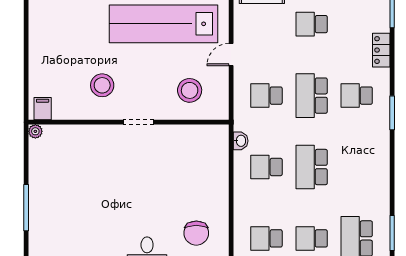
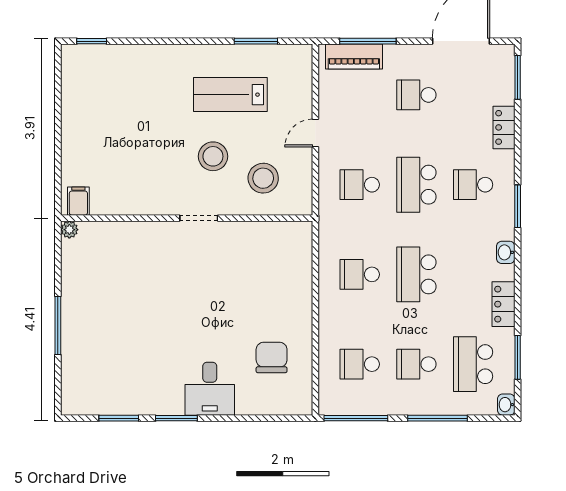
lab bench: (163, 24) -> (230, 95), width x0.54, depth x0.72
stool: (102, 85) -> (213, 156), moved
washbasin: (241, 141) -> (506, 252), moved, turned 180
locker: (381, 191) -> (503, 304), added
chair: (196, 233) -> (272, 357), turned 180

